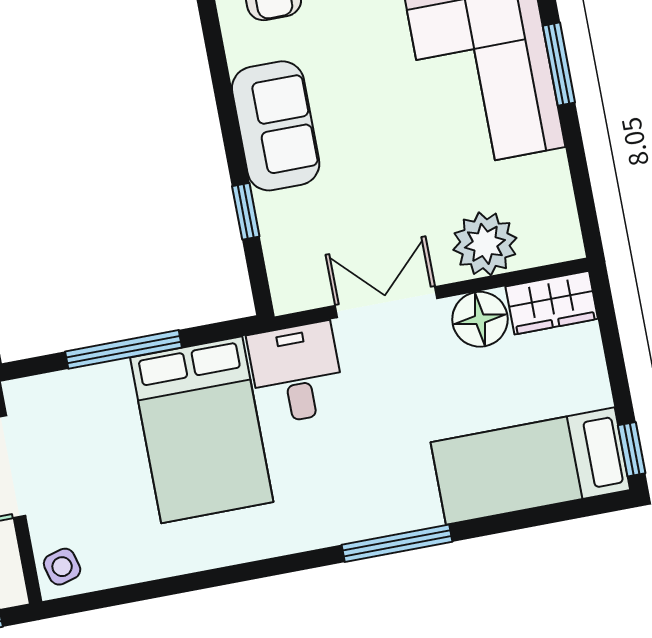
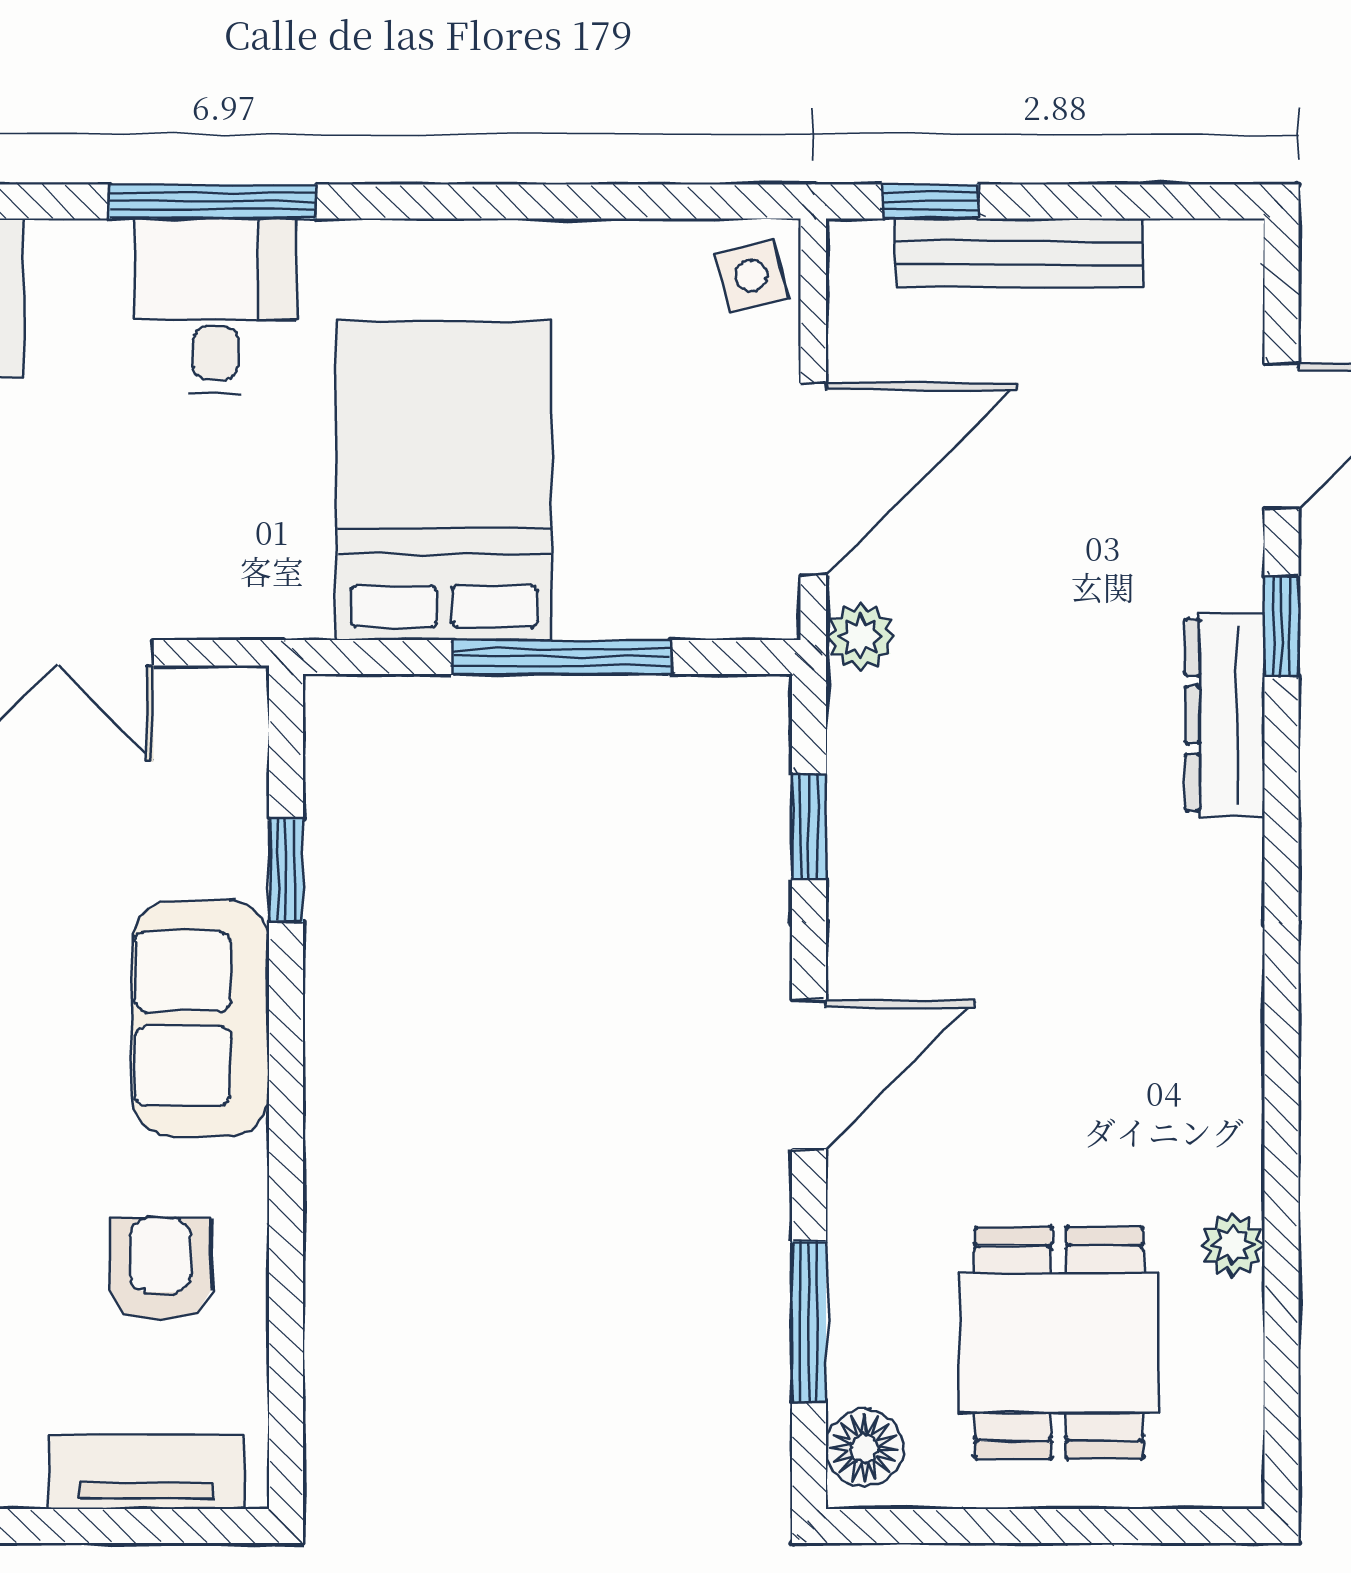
desk: (296, 373) -> (215, 306), moved, turned 180
window: (397, 543) -> (212, 201), moved

